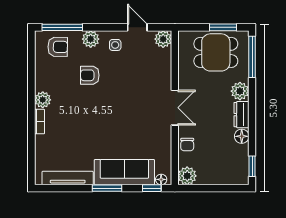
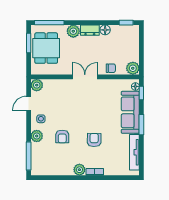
armchair: (58, 47) -> (94, 140), moved

